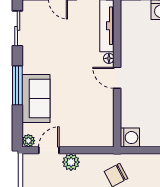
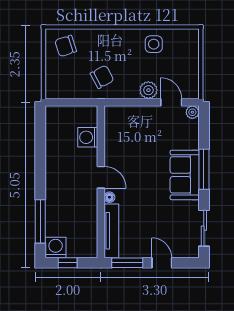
sofa: (36, 98) -> (185, 175), moved
washing machine: (130, 138) -> (88, 137), moved
door: (49, 150) -> (171, 102), swing flipped

